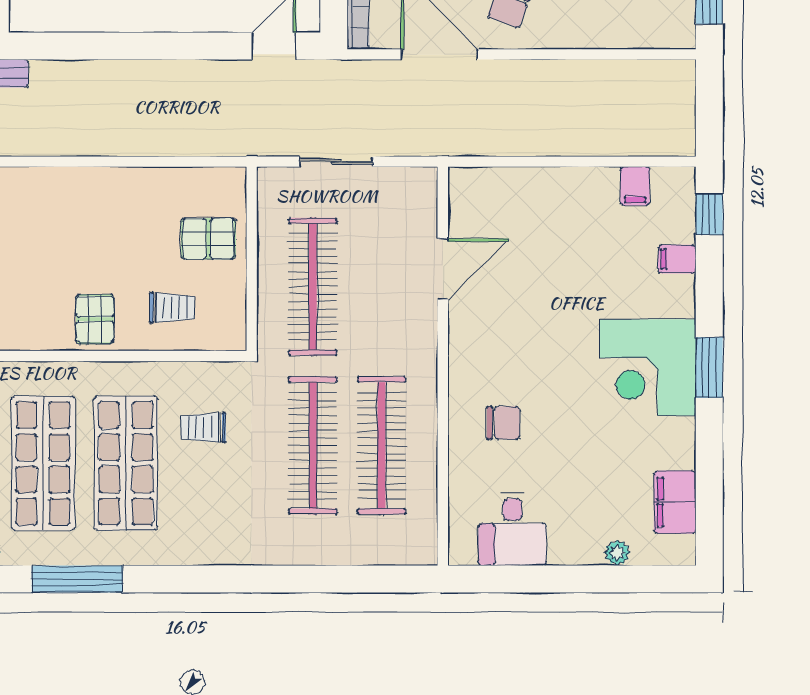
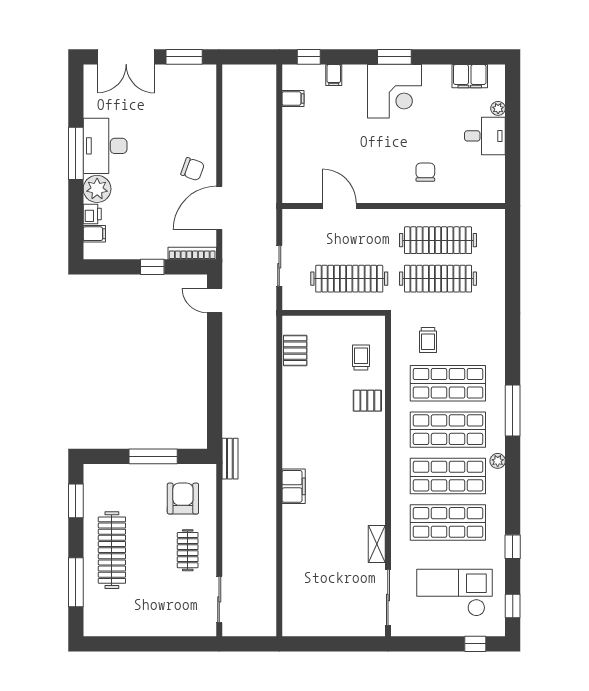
pallet: (208, 239) -> (295, 351), moved
desk: (512, 529) -> (485, 136), moved

